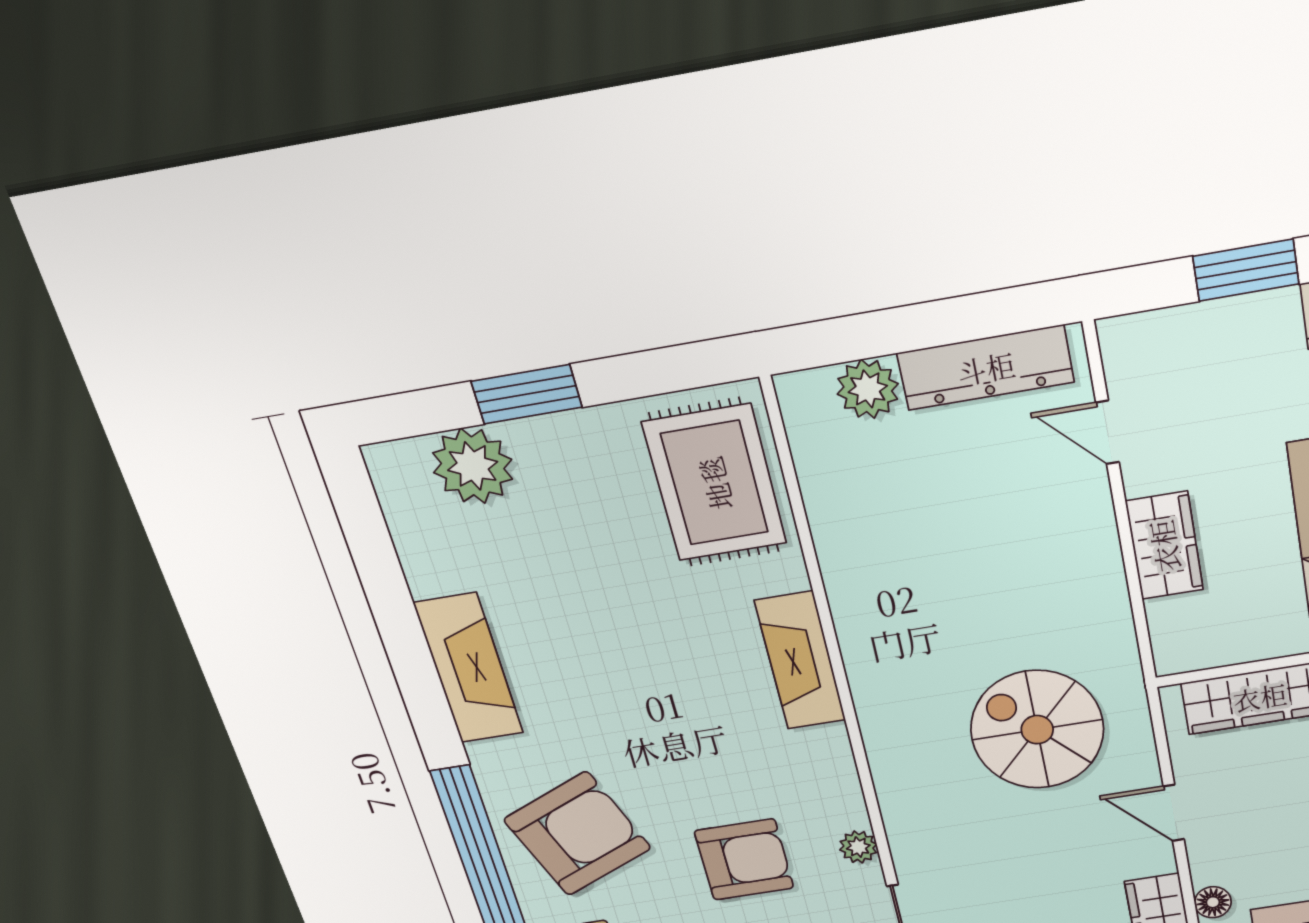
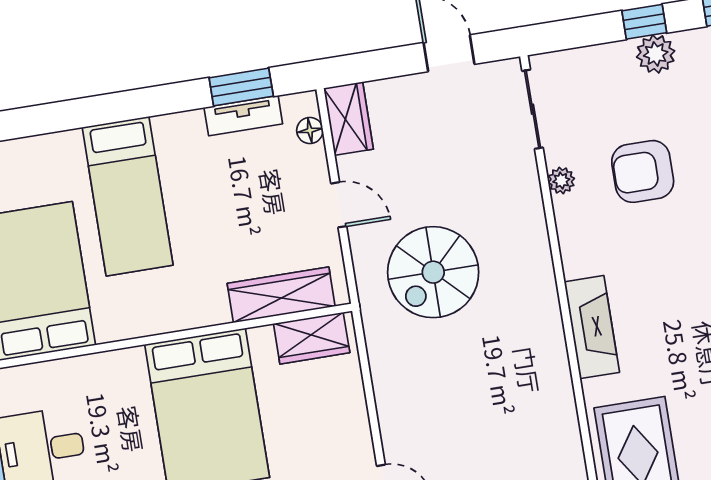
wardrobe: (1164, 546) -> (312, 338), moved, turned -90
spiral stairs: (1037, 730) -> (433, 272), turned 90

